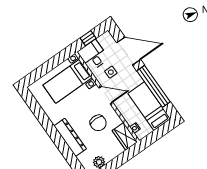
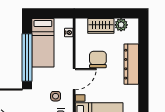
door: (106, 95) -> (74, 79), swing flipped
wardrobe: (125, 136) -> (101, 26), moved, turned 90

